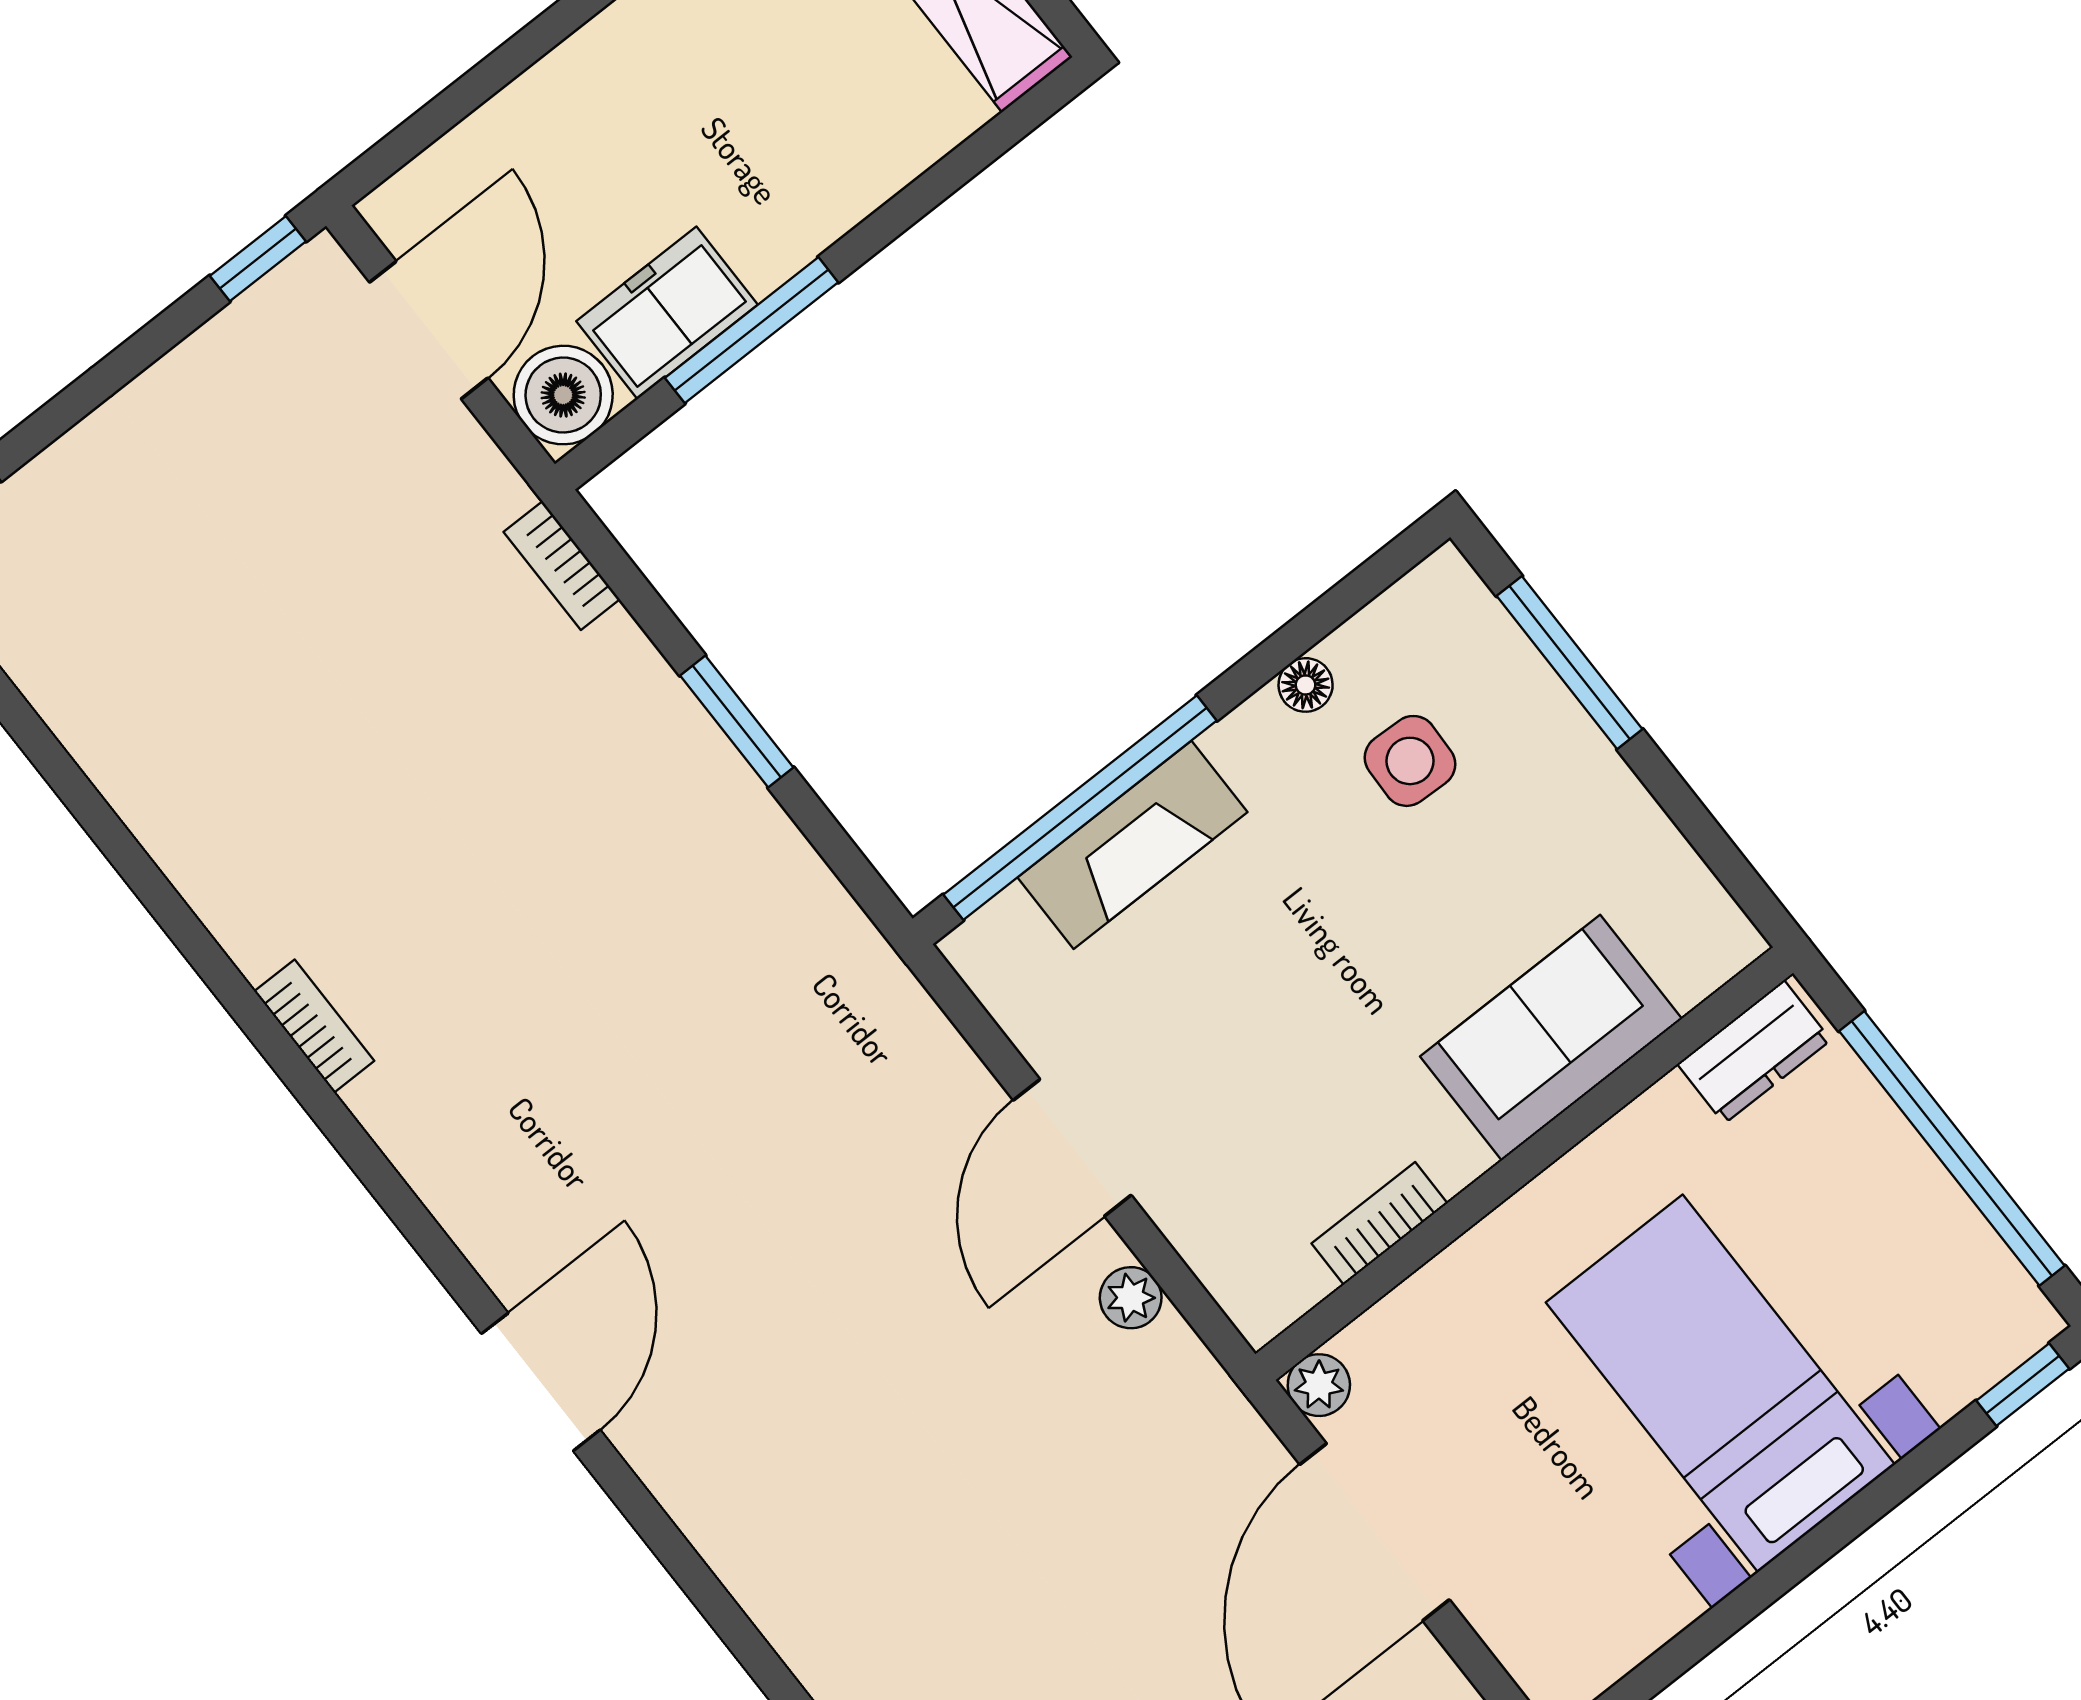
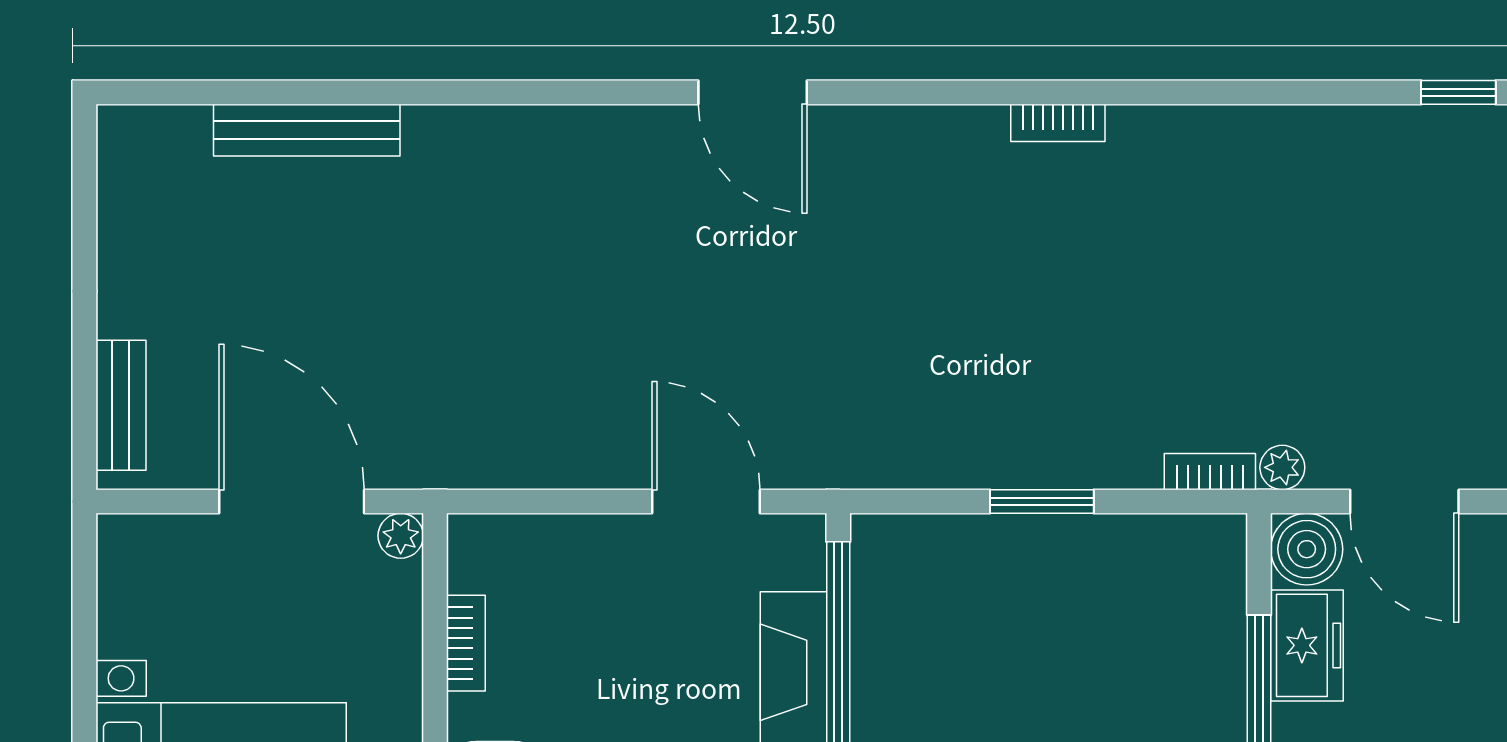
door: (1072, 1148) -> (706, 502), moved
plant: (1131, 1298) -> (1282, 467), moved

